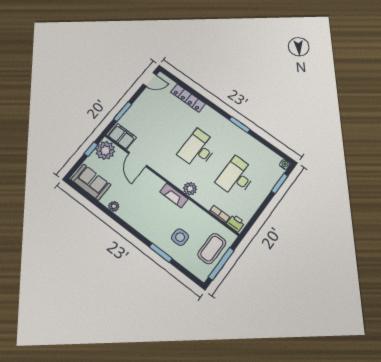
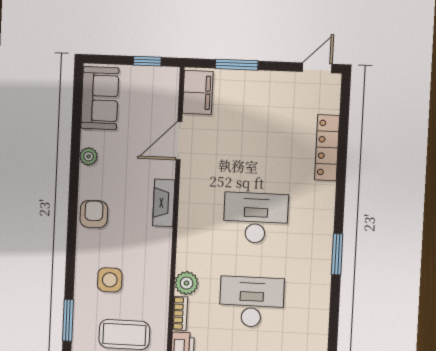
door: (150, 79) -> (317, 68), swing flipped
plant: (105, 150) -> (160, 84), removed
plant: (190, 189) -> (186, 283), moved
fireplace: (174, 195) -> (164, 203), moved
armchair: (143, 223) -> (94, 214), added
window: (161, 253) -> (68, 320), moved

